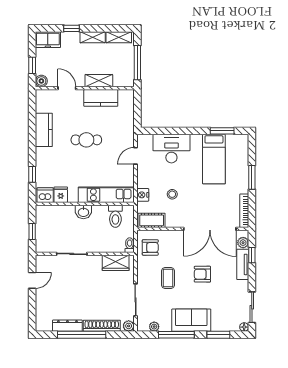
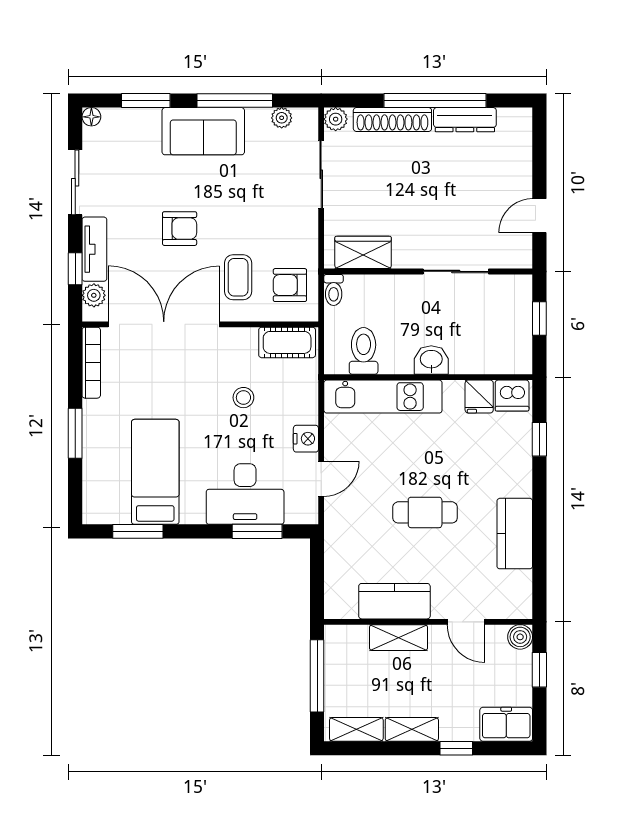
window: (166, 131) -> (257, 531), added
nightstand: (143, 195) -> (306, 439), moved
coffee table: (168, 278) -> (238, 277), moved
sliding door: (252, 307) -> (75, 182), moved

